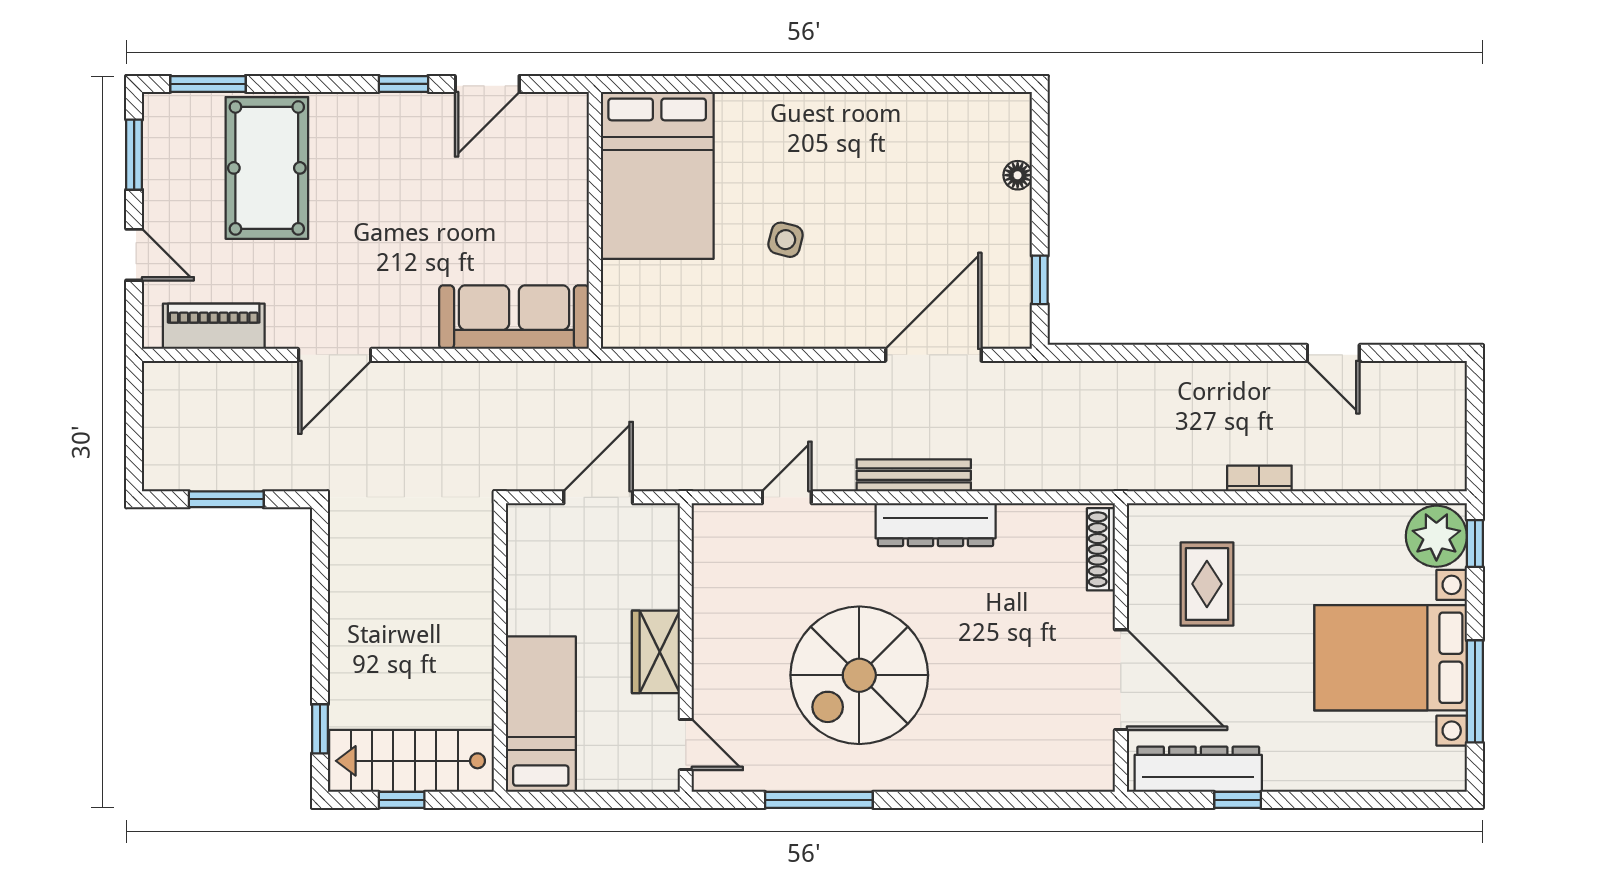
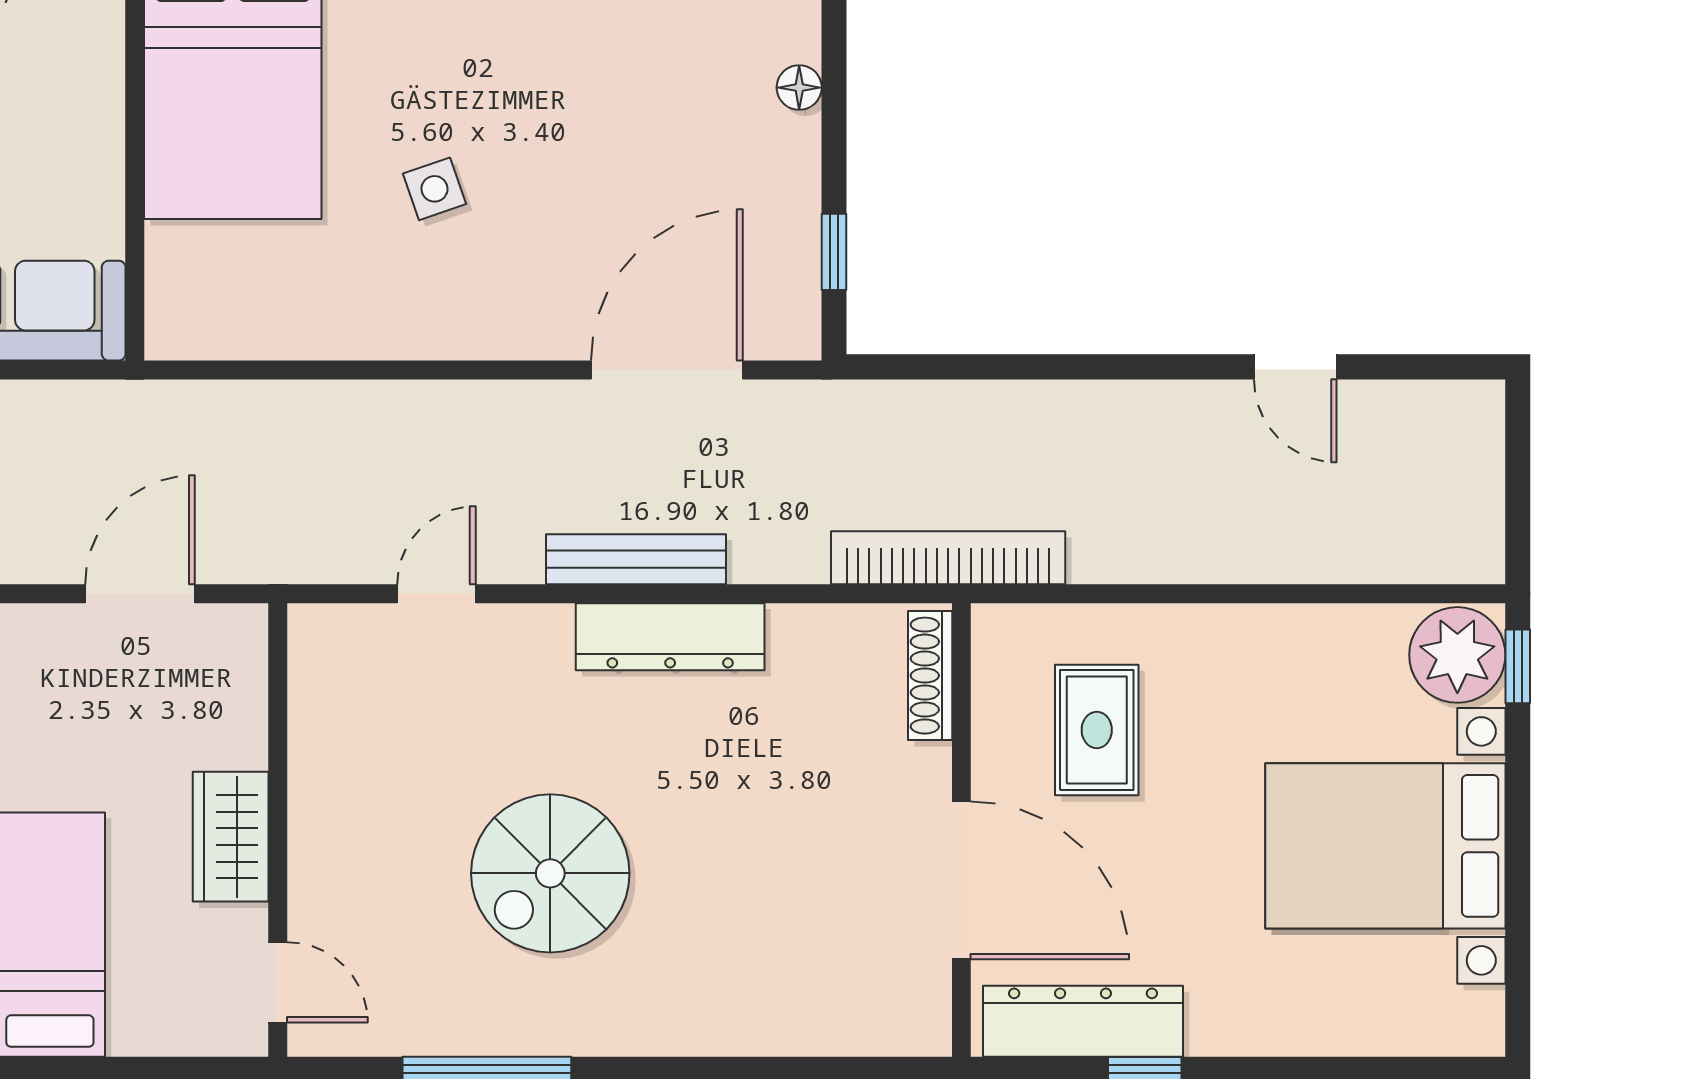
side table: (786, 240) -> (435, 189), turned -33
bookcase: (1259, 478) -> (948, 558), moved, width x2.31, depth x1.31
spiral stairs: (859, 675) -> (550, 873), width x0.73, depth x0.73
window: (1475, 691) -> (1518, 899), removed

